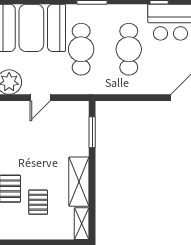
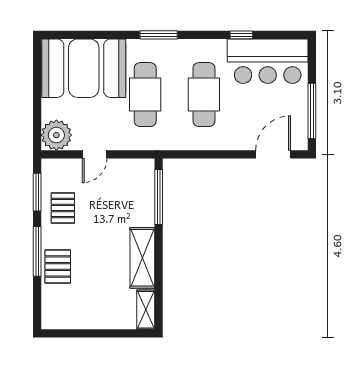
window: (92, 132) -> (159, 197), width x1.44
pallet: (38, 202) -> (63, 208), moved

